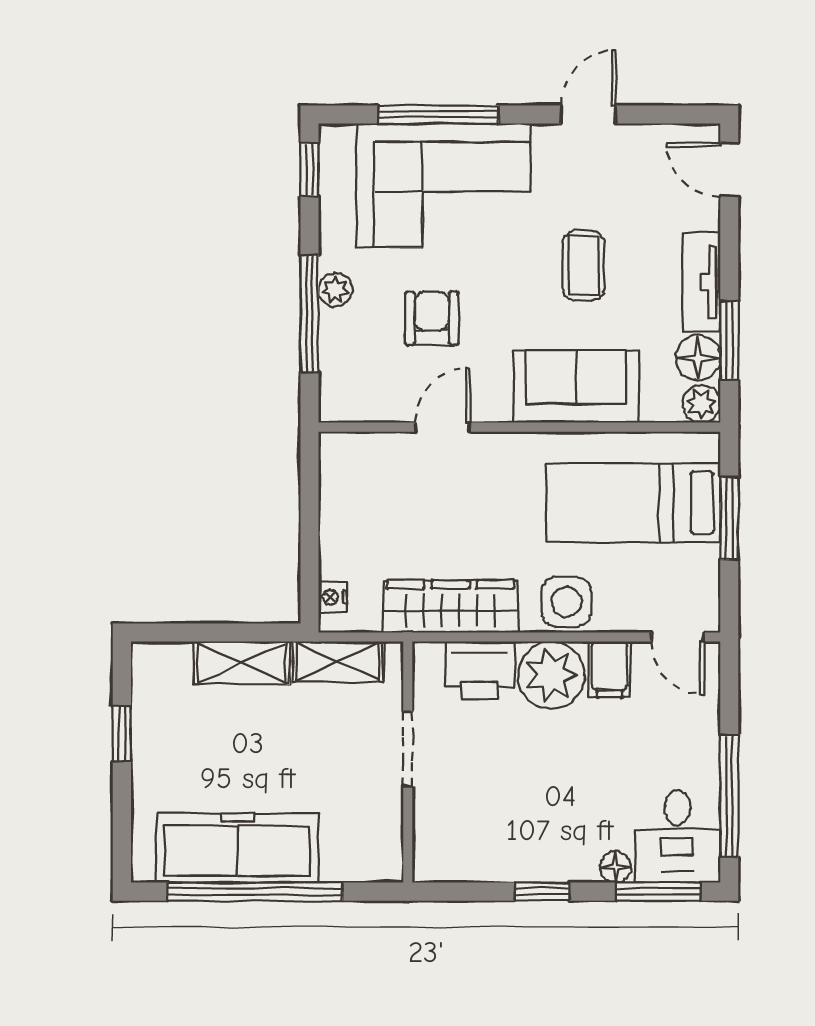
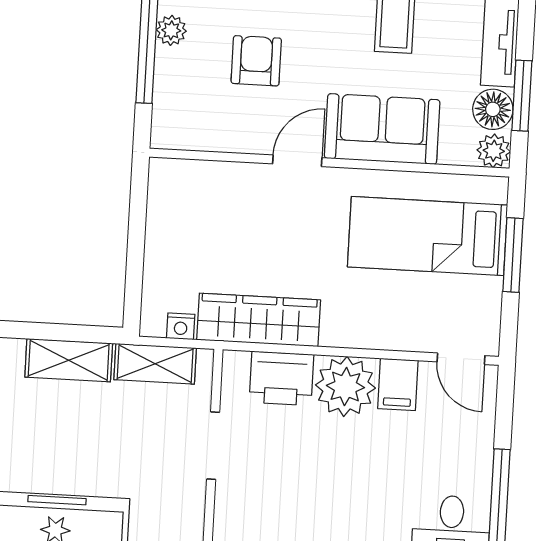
door: (443, 427) -> (297, 161), moved
nightstand: (333, 597) -> (181, 326), moved, turned -90
side table: (566, 602) -> (363, 322), removed

